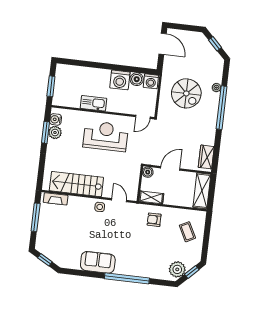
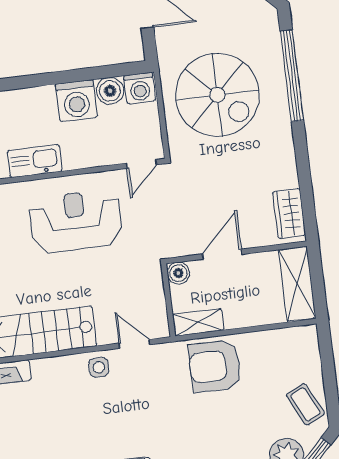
plant: (216, 88) -> (275, 68), removed
spiral stairs: (186, 93) -> (217, 95), width x1.37, depth x1.37
window: (222, 108) -> (292, 76), moved
armchair: (154, 220) -> (215, 366), width x1.88, depth x1.88
coffee table: (187, 232) -> (305, 404), moved

